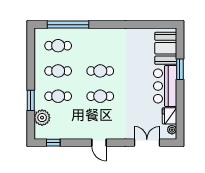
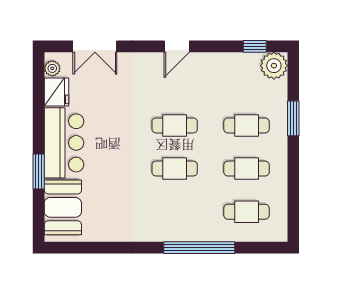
window: (68, 25) -> (199, 248), moved
plant: (42, 118) -> (274, 66), moved
door: (99, 143) -> (177, 46), swing flipped

